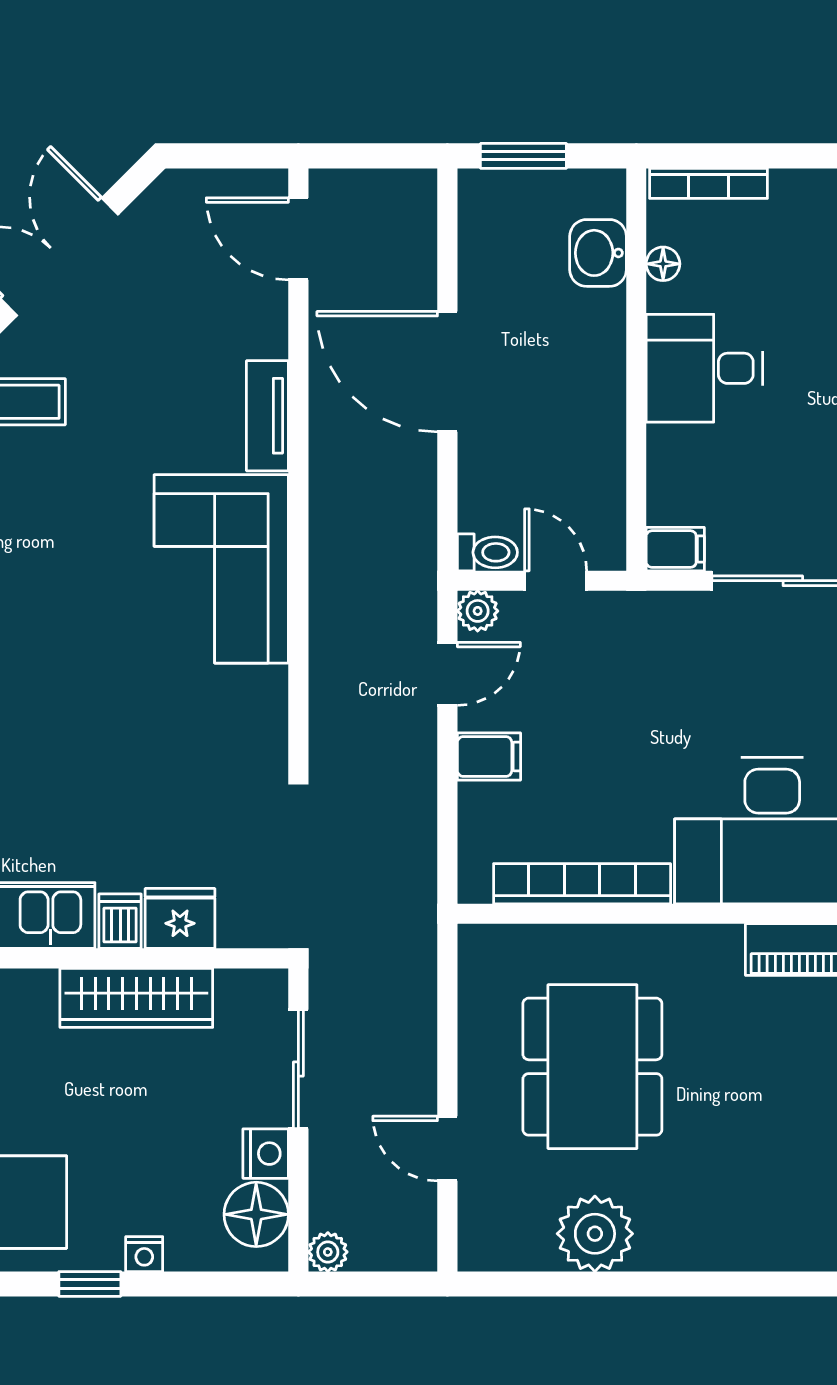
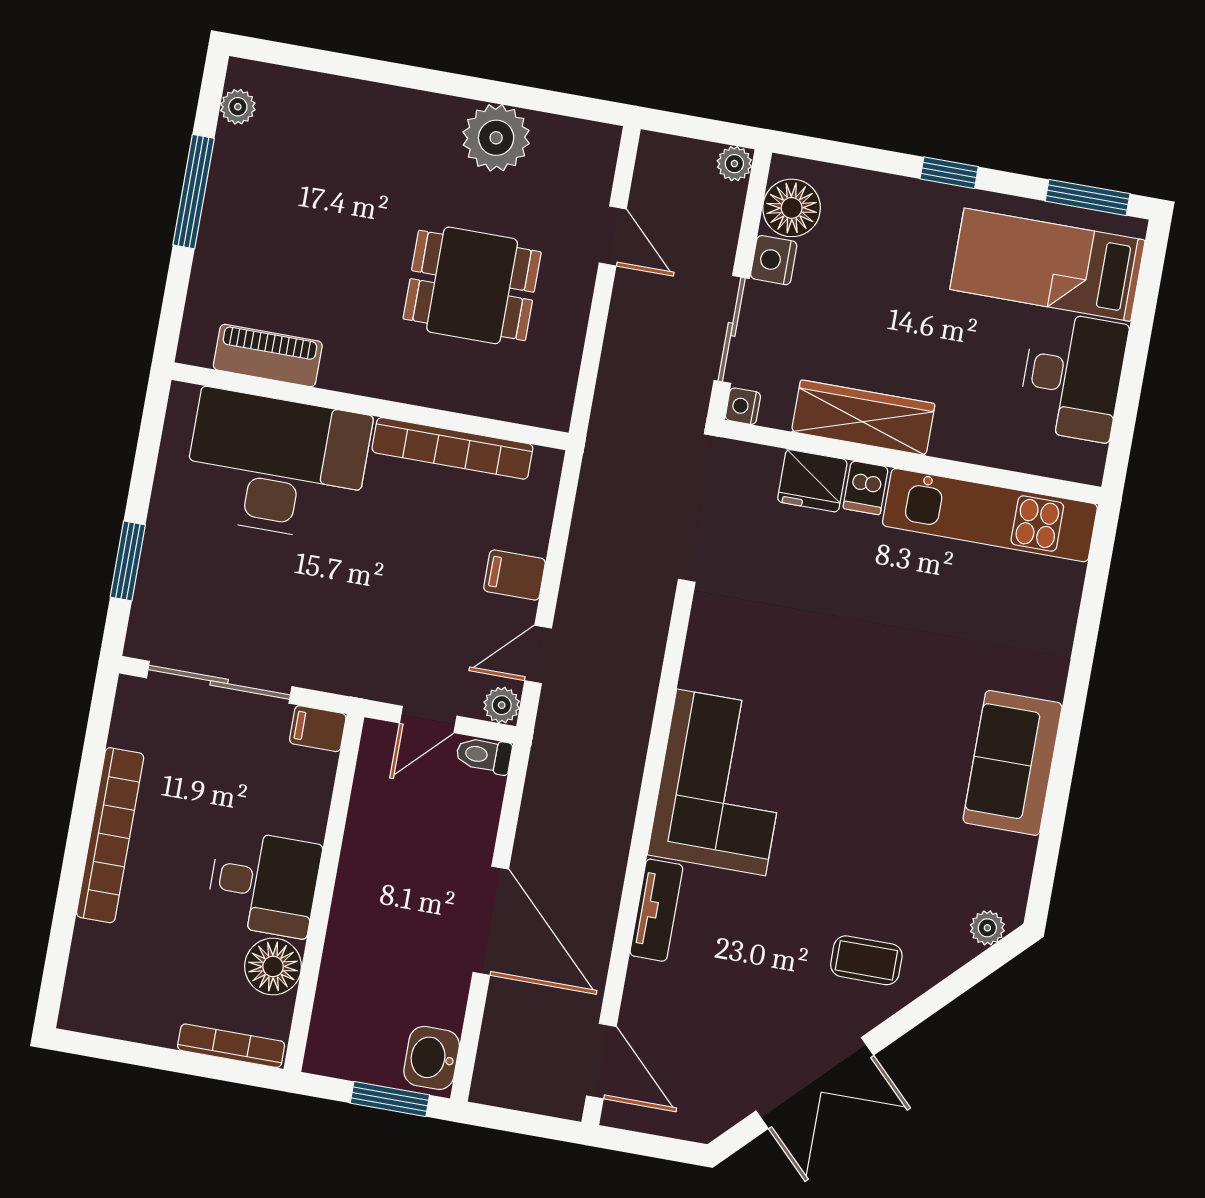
washbasin: (598, 253) -> (432, 1058), moved, turned 180
floor lamp: (663, 264) -> (273, 966), width x1.89, depth x1.89
door: (556, 581) -> (428, 719), hinge flipped
dining table: (592, 1067) -> (472, 285), width x0.73
nightstand: (144, 1254) -> (743, 406), moved, turned -90

